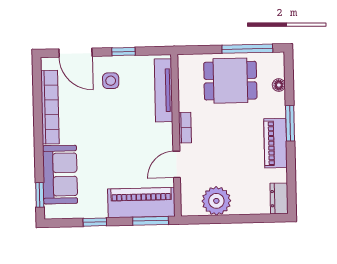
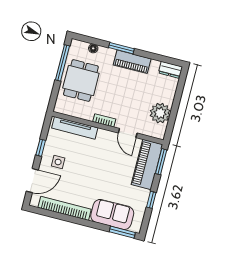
window: (40, 195) -> (122, 232), width x1.50

